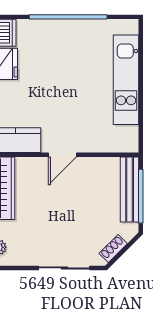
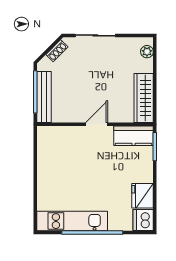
kitchen unit: (126, 80) -> (72, 221), moved, turned -90

